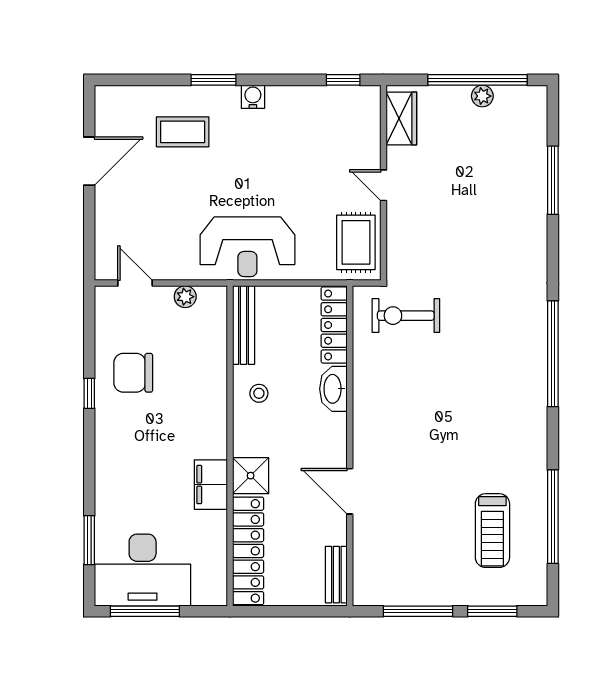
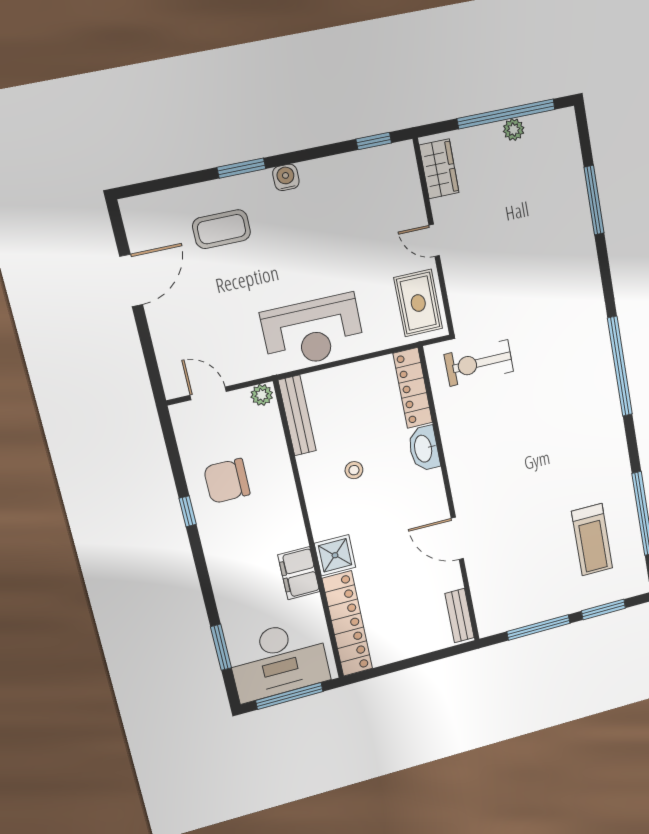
bench: (244, 325) -> (297, 416), moved
wall: (230, 446) -> (309, 533), moved
shower: (251, 476) -> (335, 555), moved
filing cabinet: (211, 485) -> (299, 573), moved
locker: (248, 551) -> (347, 624), moved

